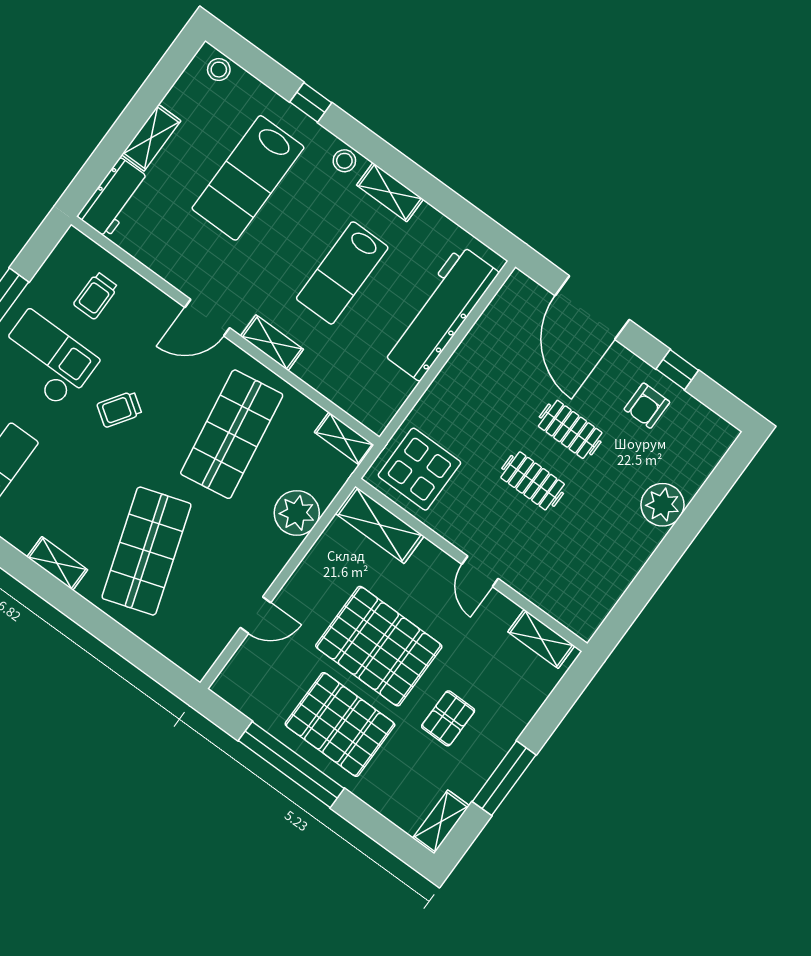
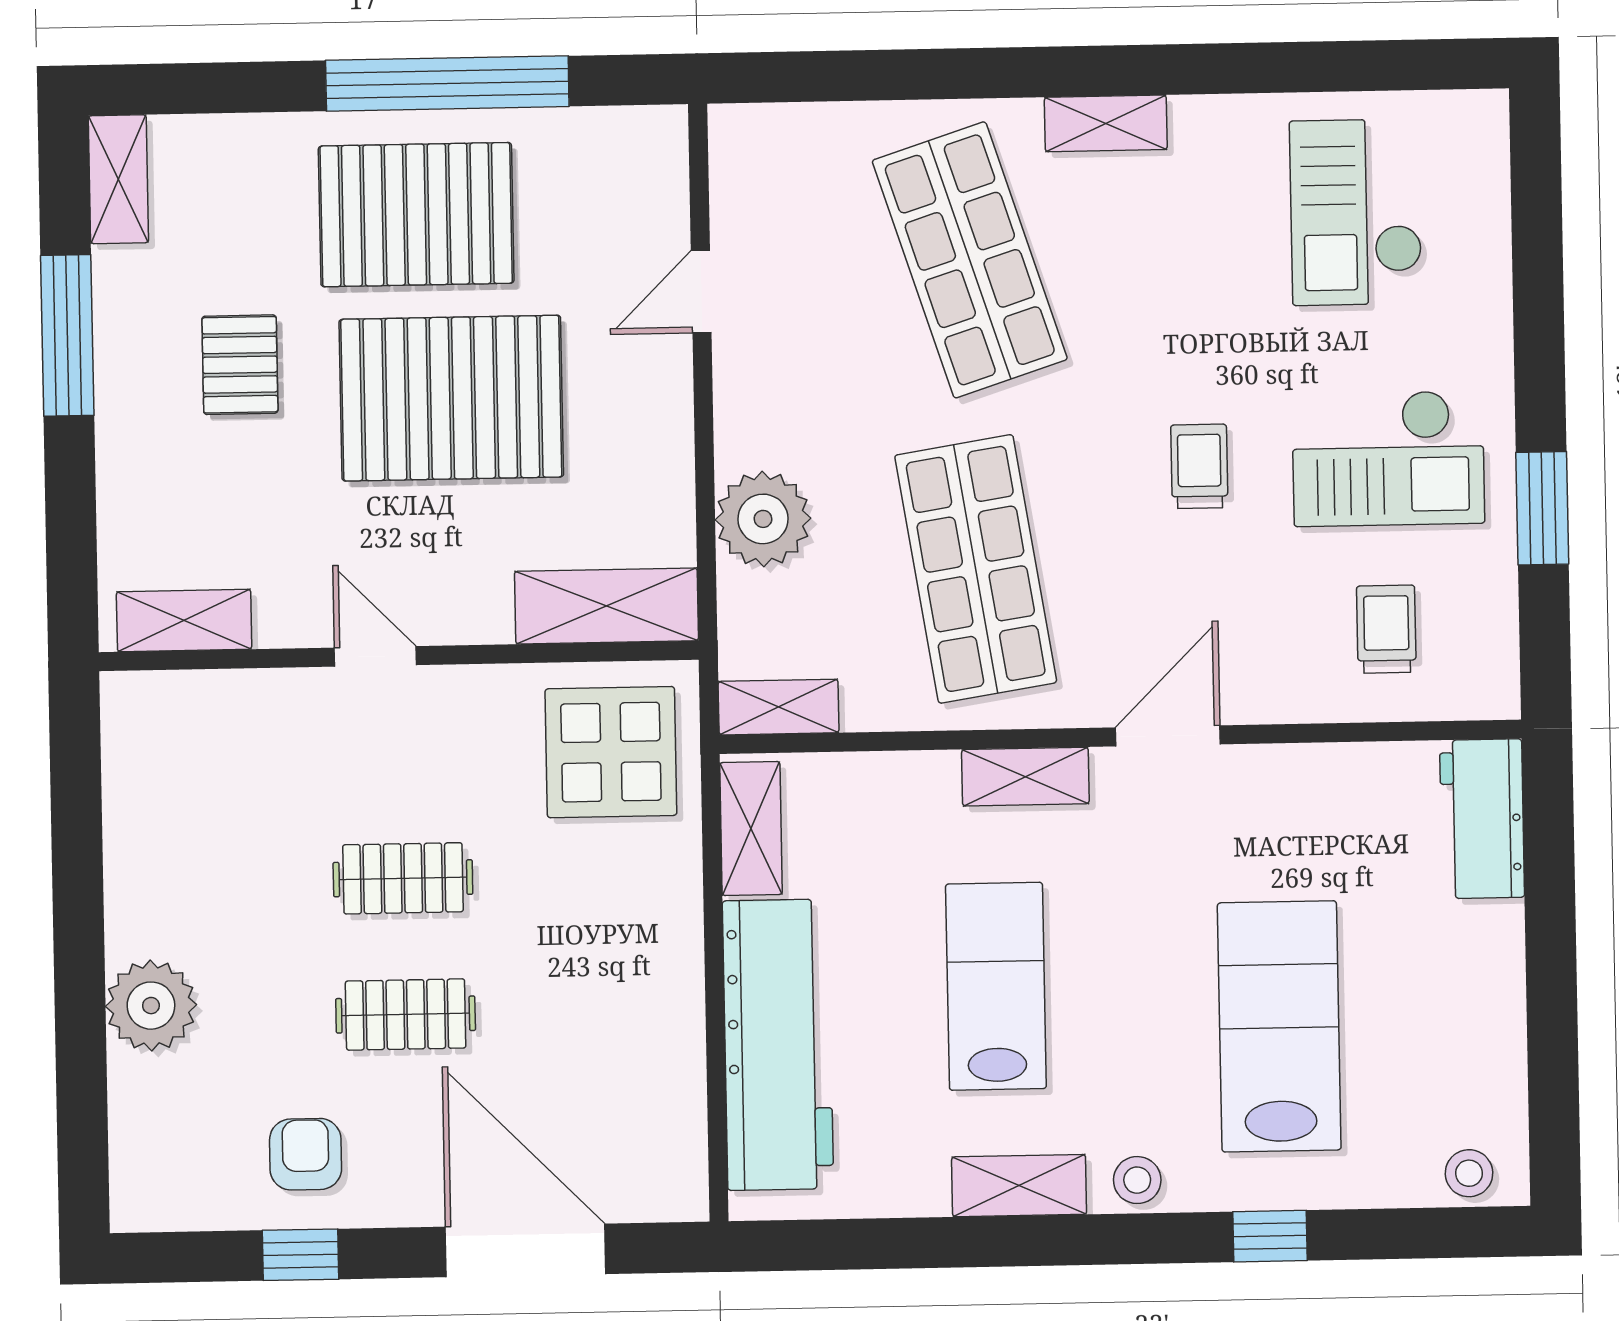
shelving: (151, 138) -> (751, 829), moved
trolley: (119, 409) -> (1199, 466), turned -34

